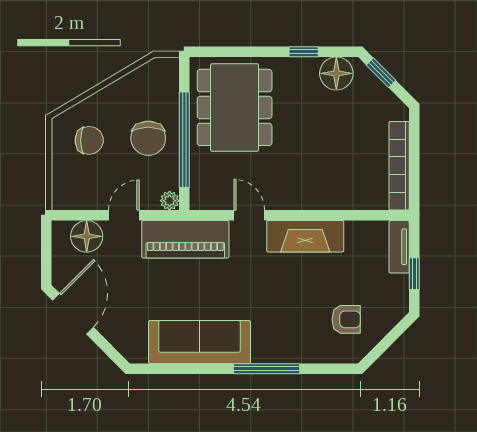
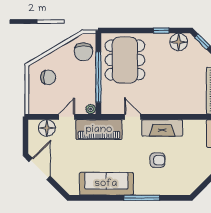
chair: (148, 138) -> (83, 52), moved
armchair: (346, 319) -> (157, 160), moved

